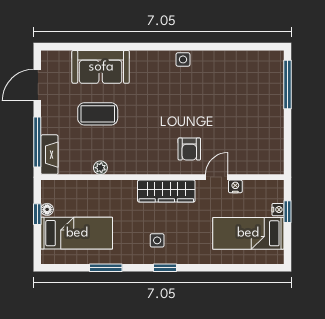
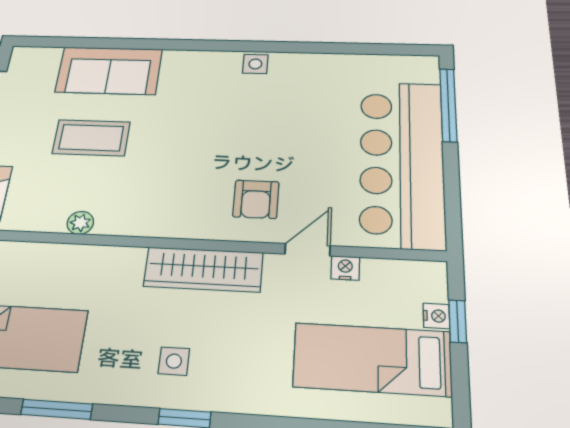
bar counter: (263, 123) -> (402, 162), added

